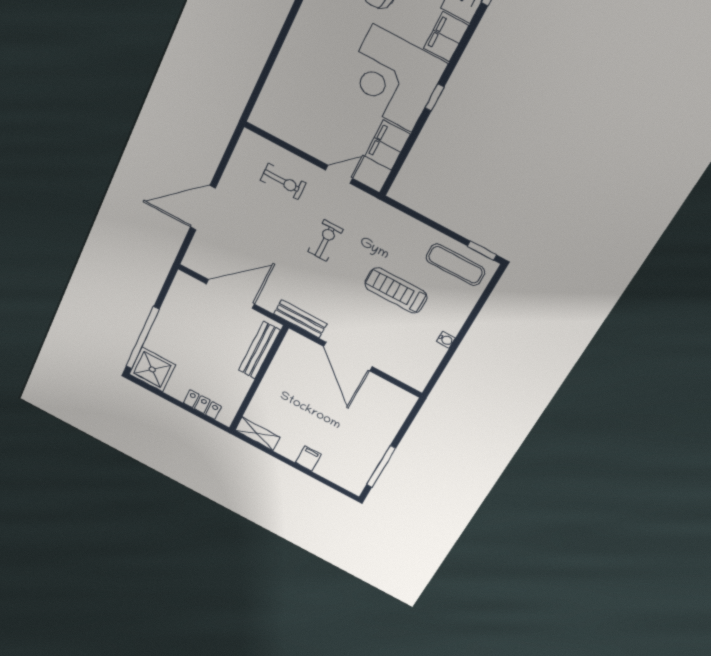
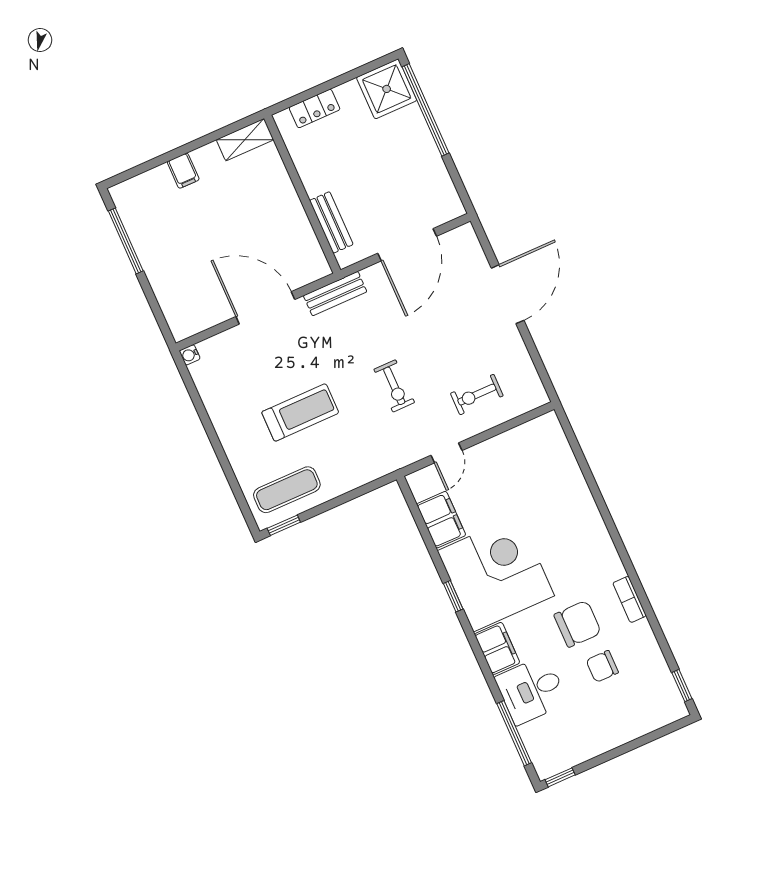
water cooler: (446, 340) -> (190, 355), moved
bench: (259, 350) -> (331, 222), width x0.73

